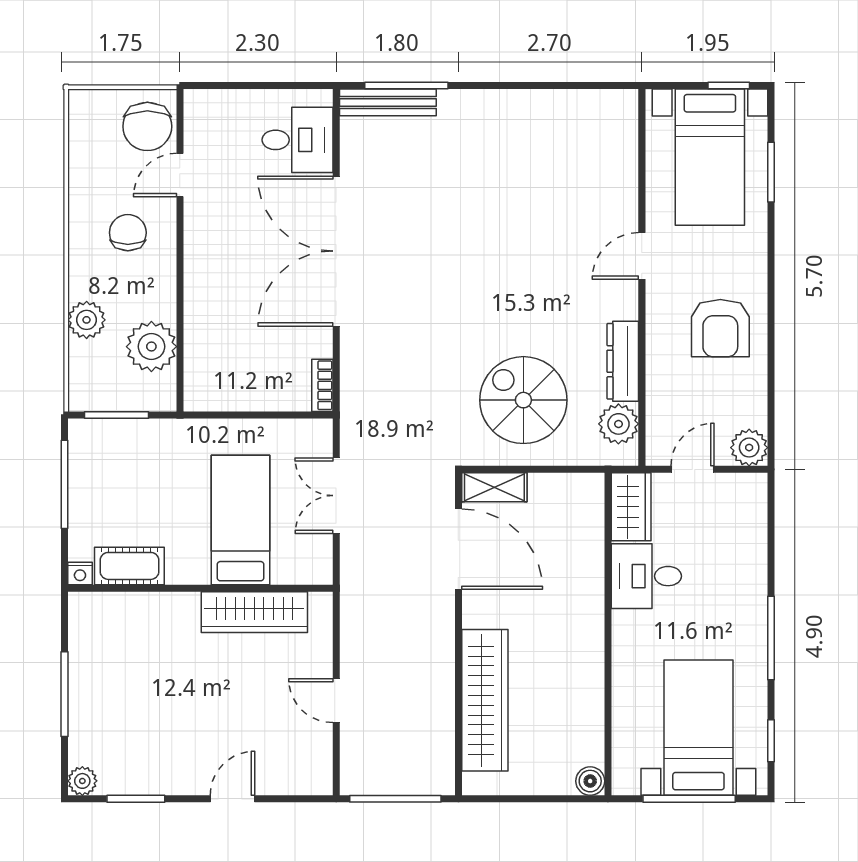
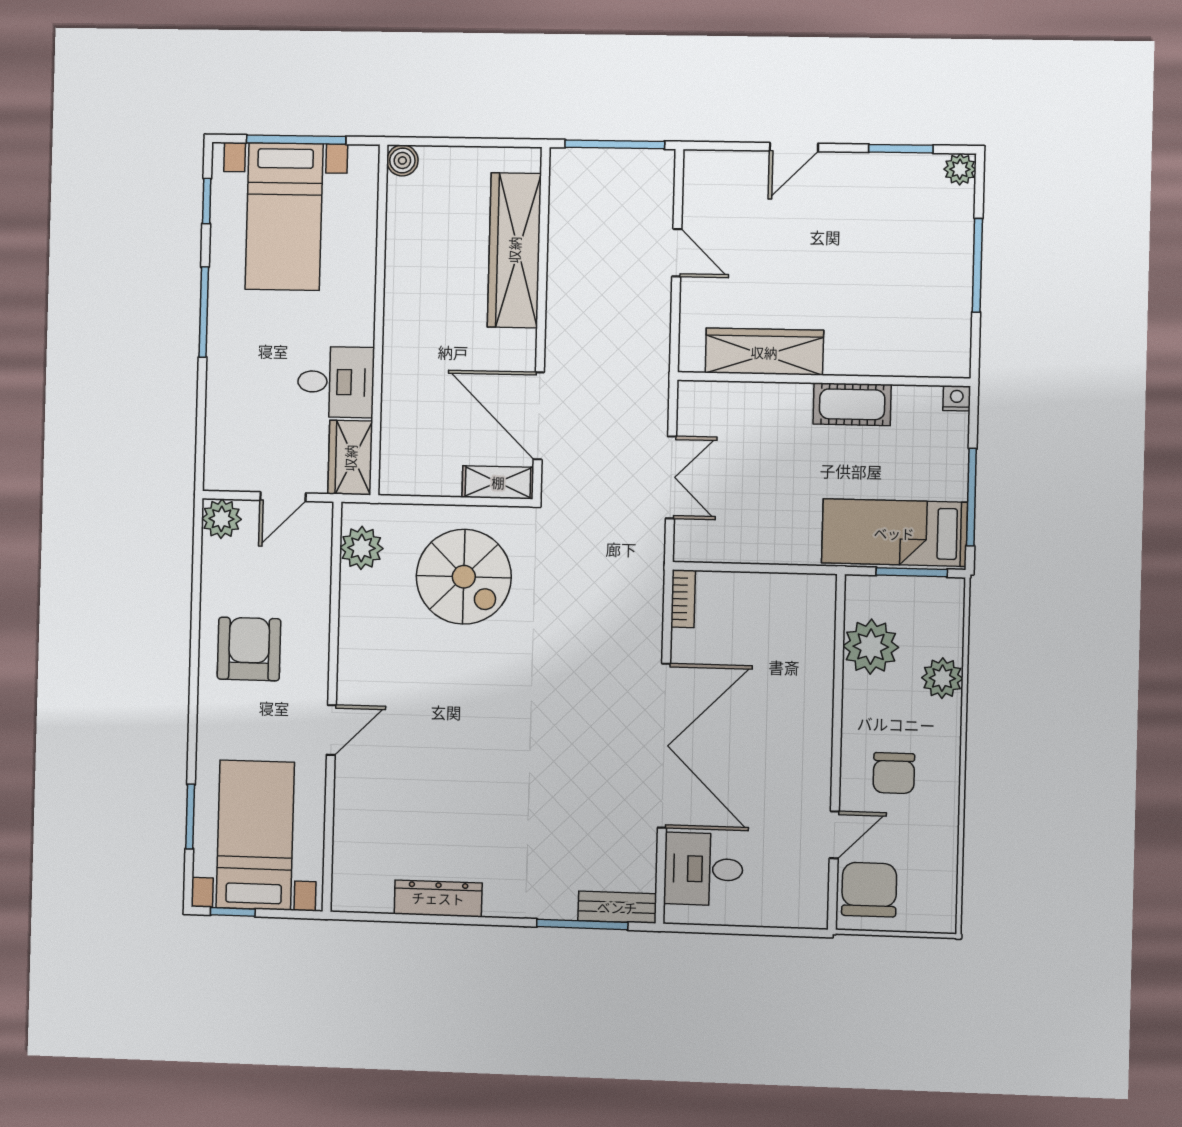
bench: (388, 102) -> (617, 907), width x0.73
dresser: (623, 361) -> (438, 898), moved, turned -90
bed: (240, 520) -> (894, 533), moved, turned 90
cot: (129, 566) -> (852, 404), moved

